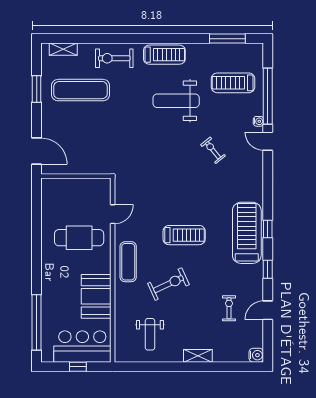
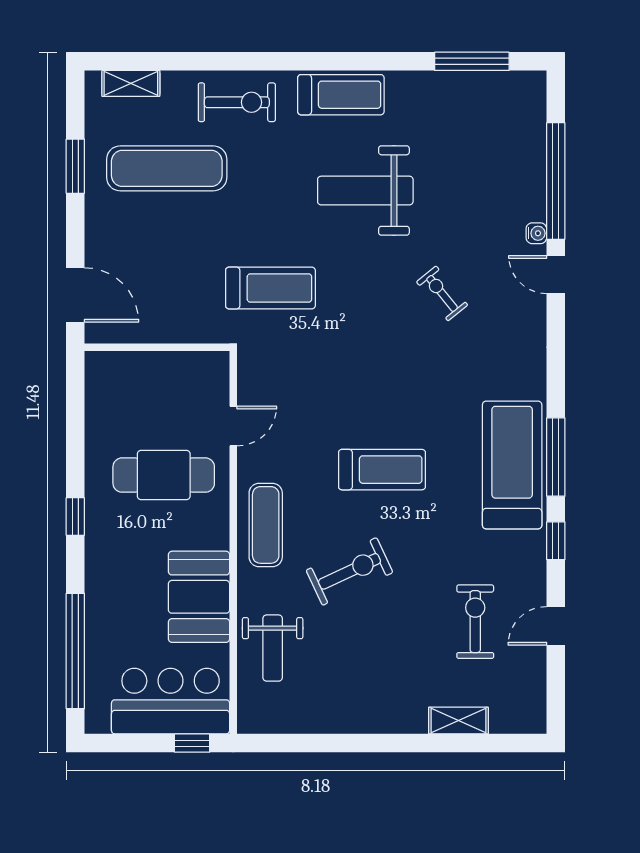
exercise bike: (114, 58) -> (237, 102), turned 180
treadmill: (233, 83) -> (270, 288), moved, turned 180
window: (268, 229) -> (556, 457), width x2.17
window: (37, 258) -> (75, 517), added
exercise bike: (229, 308) -> (475, 622), width x1.38, depth x1.39
weight bench: (150, 334) -> (273, 648), moved
water cooler: (256, 355) -> (532, 719), removed
shelving: (198, 356) -> (458, 720), moved
window: (78, 367) -> (192, 743), moved

